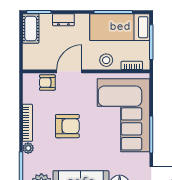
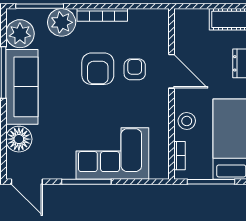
armchair: (47, 82) -> (135, 69), moved
corner sofa: (123, 115) -> (112, 154), width x0.73, depth x0.74
plant: (28, 148) -> (62, 22), width x1.88, depth x1.88

